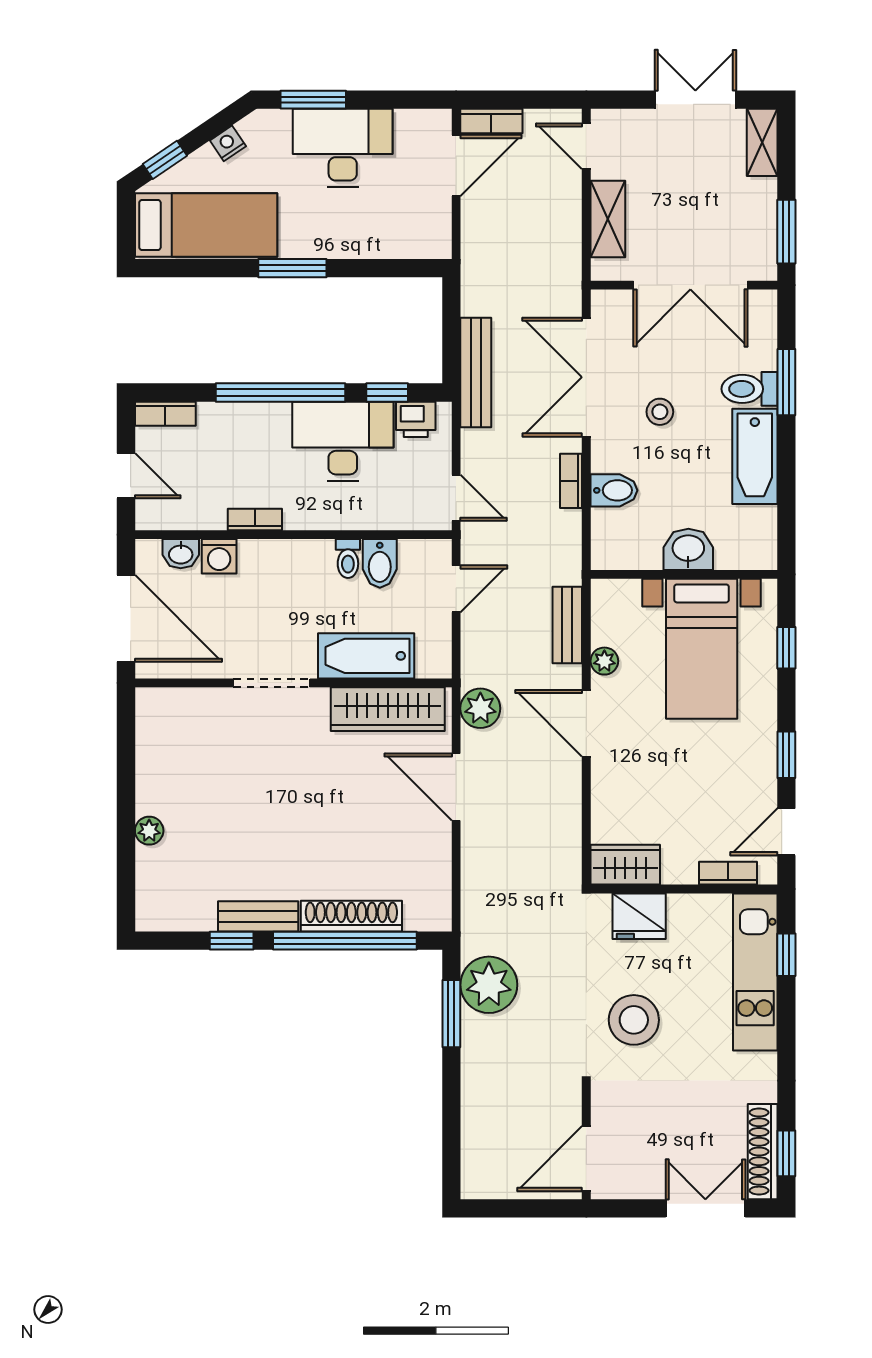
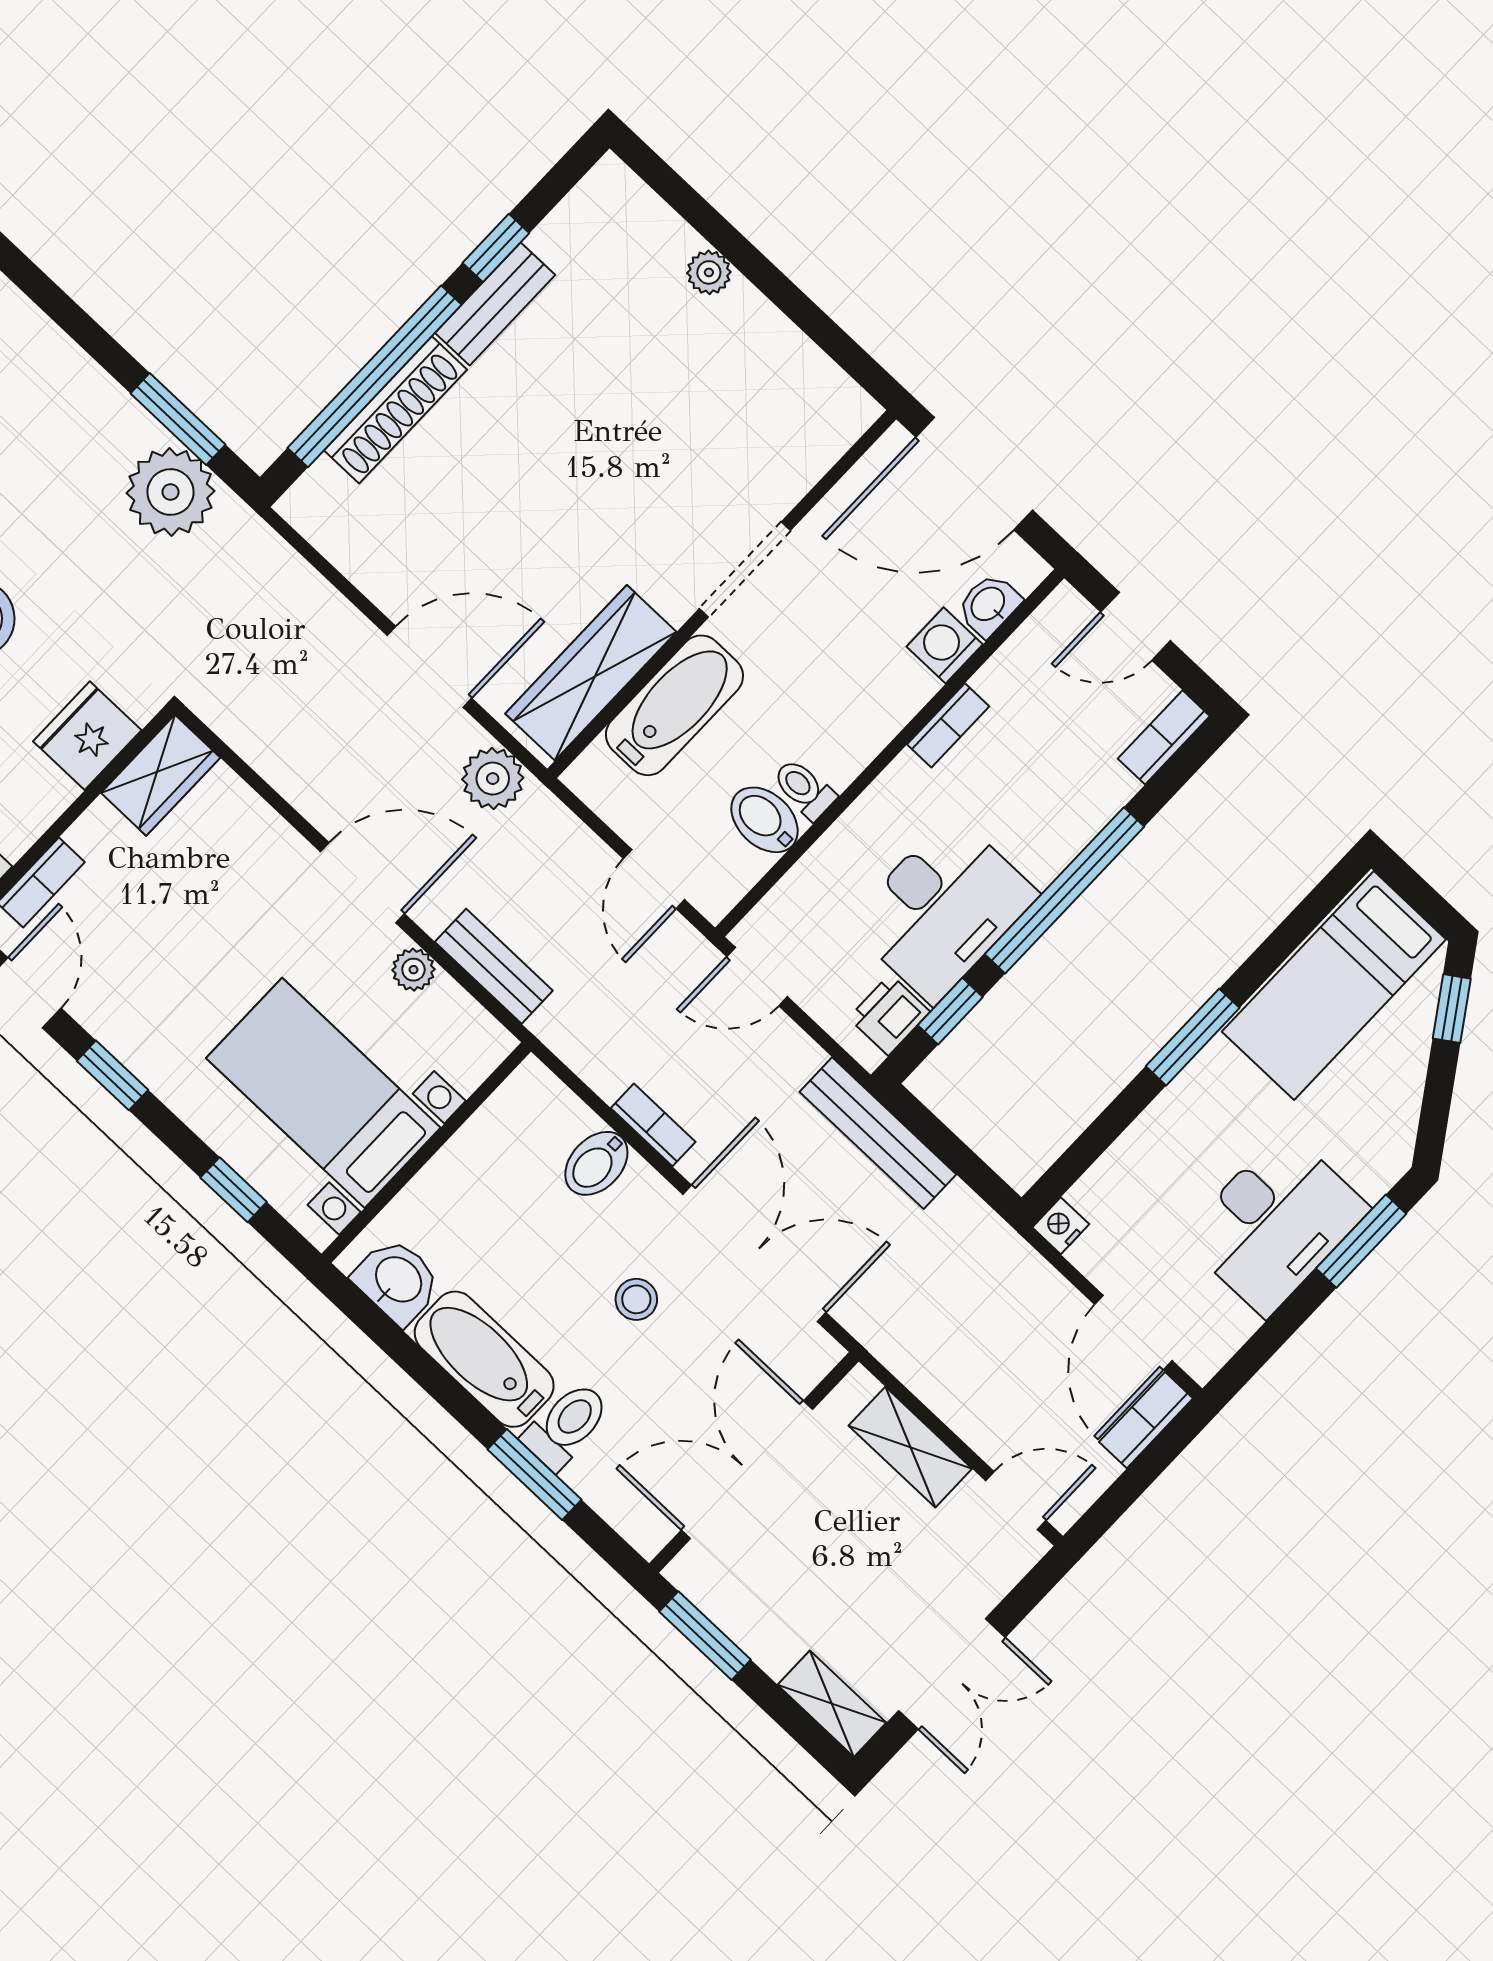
nightstand: (228, 143) -> (1061, 1226), moved, turned -146
washbasin: (688, 549) -> (397, 1281), moved, turned -90

